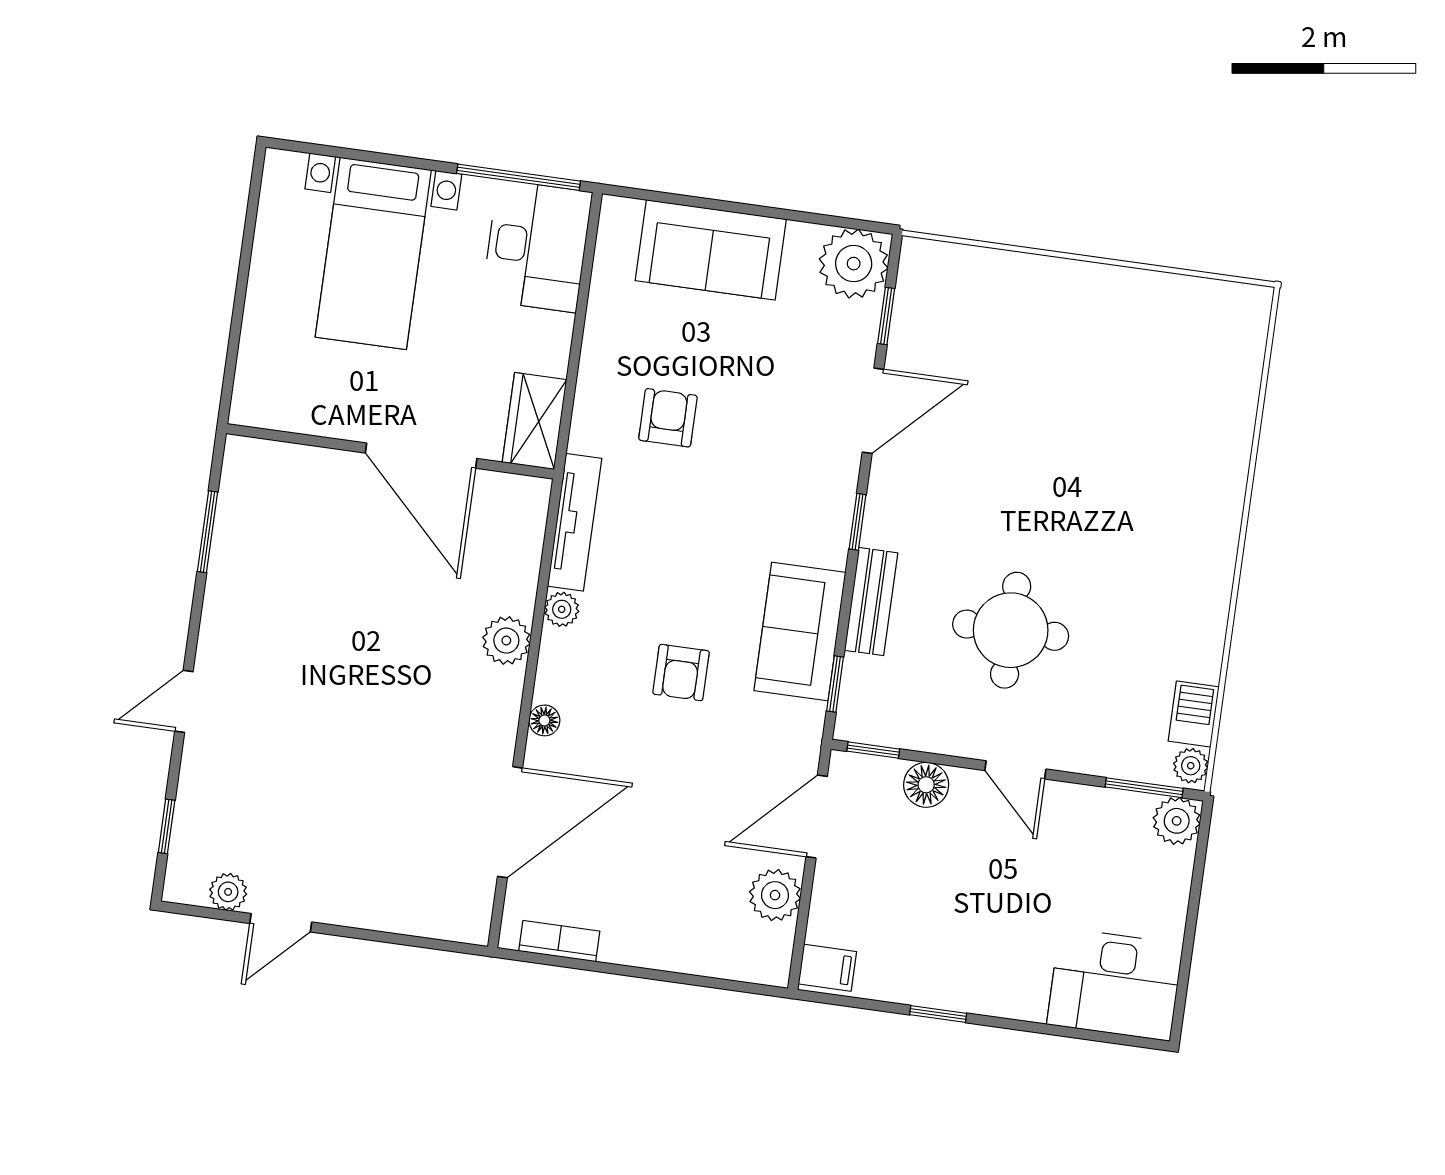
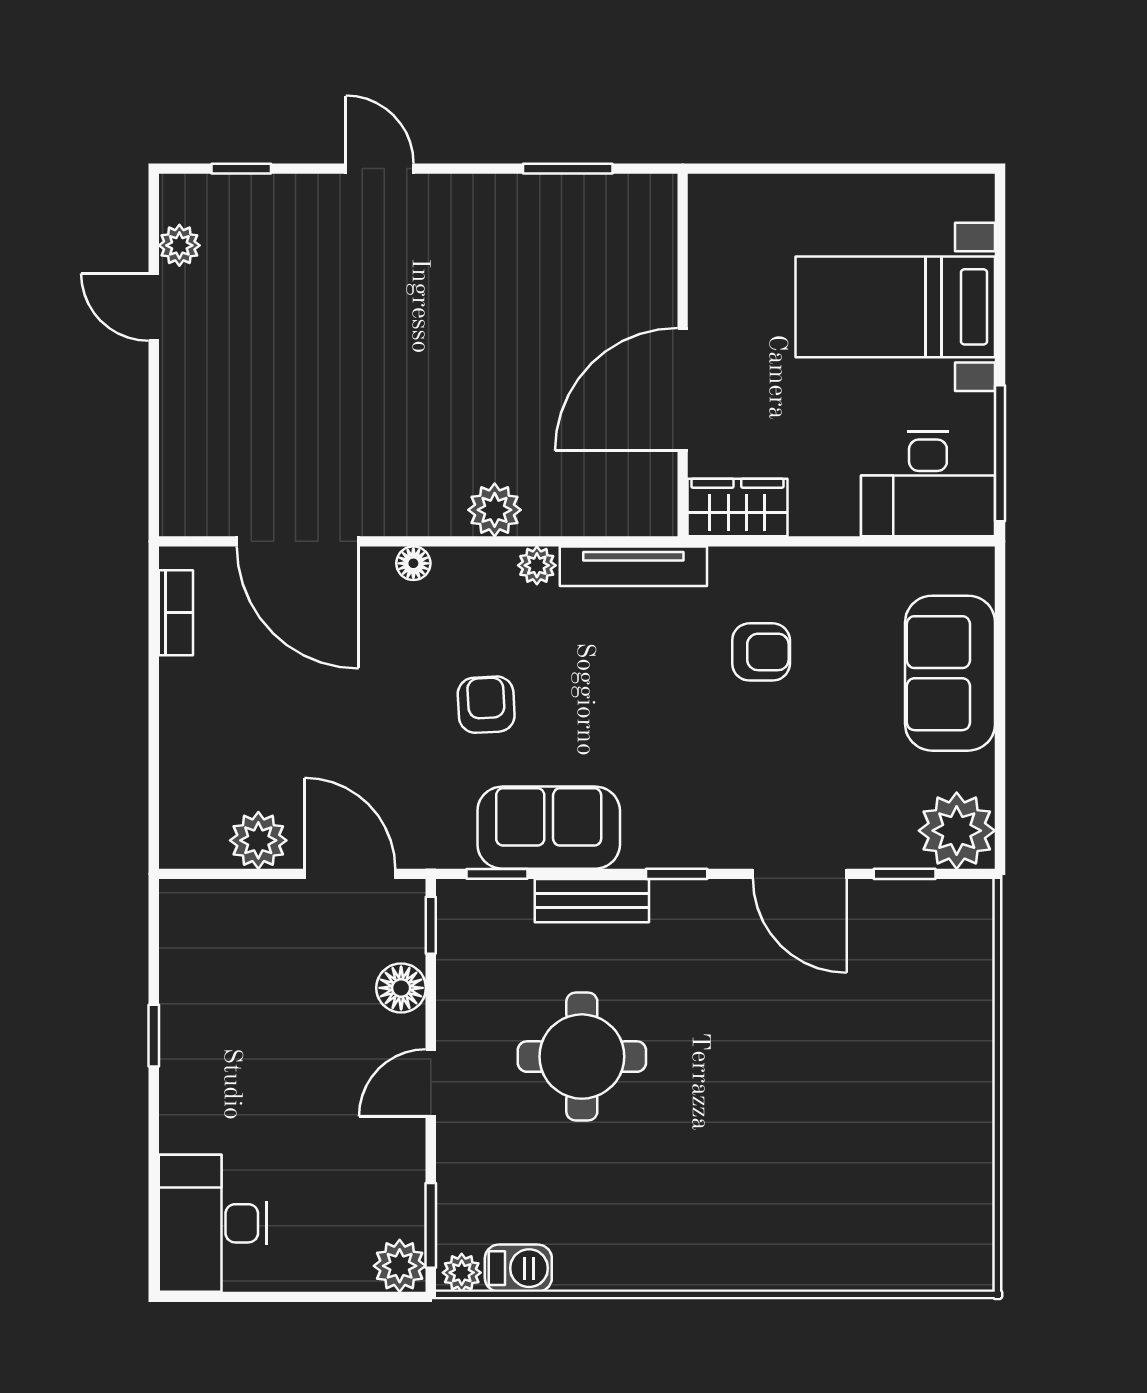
armchair: (681, 672) -> (486, 705), turned 87
filing cabinet: (827, 968) -> (187, 908), removed

